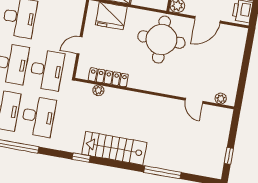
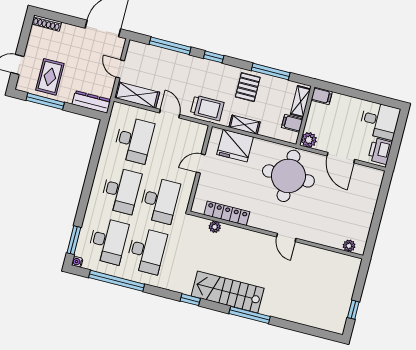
door: (208, 20) -> (341, 158), hinge flipped
door: (80, 45) -> (201, 164), moved
door: (194, 101) -> (286, 238), moved
window: (163, 172) -> (250, 315), moved

